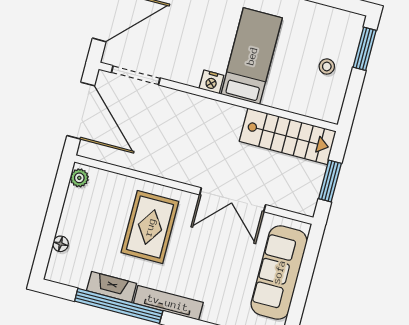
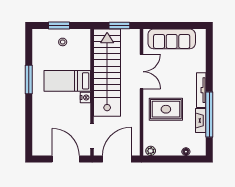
window: (365, 49) -> (59, 25), moved
stairs: (288, 136) -> (107, 73), width x1.86, depth x1.51

